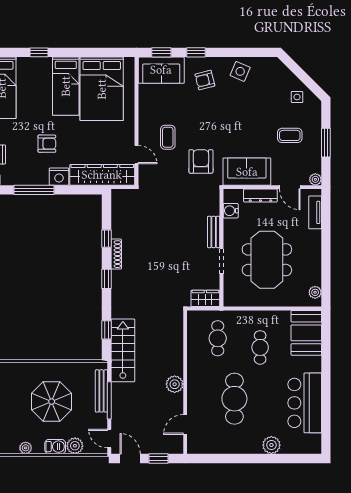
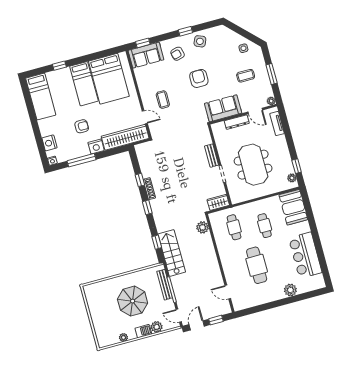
window: (196, 52) -> (185, 31), moved
armchair: (201, 161) -> (199, 78), moved
water cooler: (231, 211) -> (219, 138), removed
window: (326, 278) -> (297, 166), added
plant: (175, 384) -> (203, 227), moved
door: (185, 425) -> (228, 292), hinge flipped
door: (130, 458) -> (197, 325), hinge flipped

